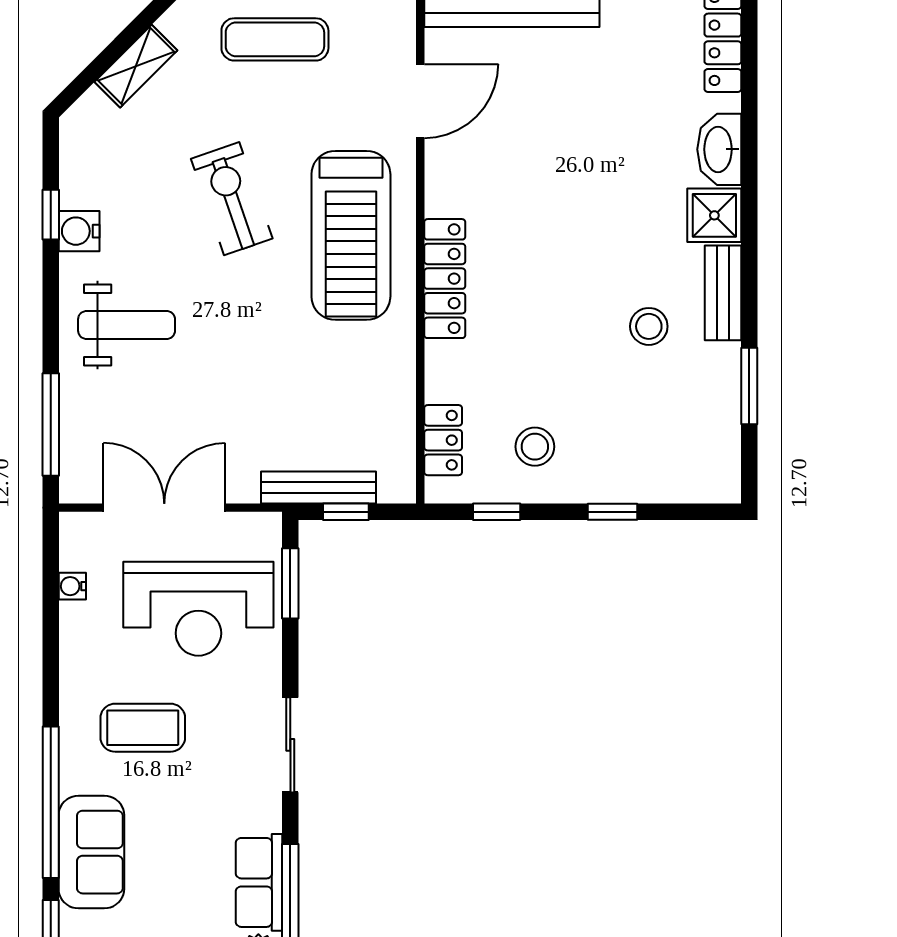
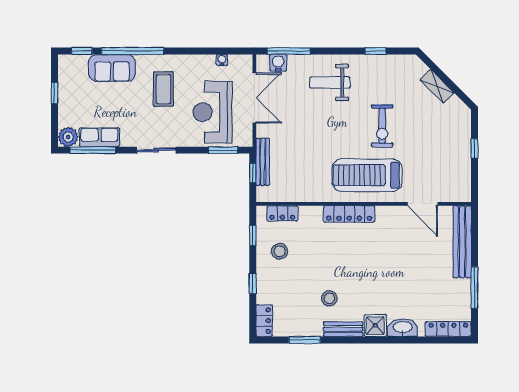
exercise mat: (275, 39) -> (448, 144), removed
exercise bike: (232, 199) -> (382, 126), turned 109
water cooler: (79, 231) -> (278, 63), moved
weight bench: (127, 325) -> (330, 82), turned 90
locker: (703, 484) -> (264, 321), added

